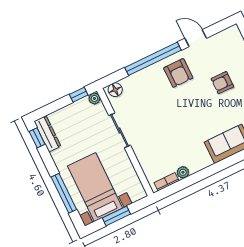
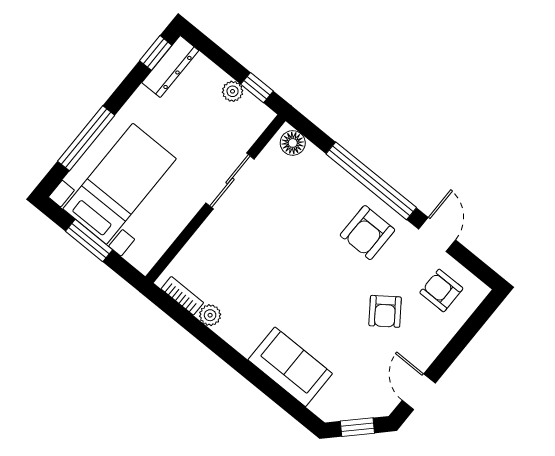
armchair: (225, 49) -> (441, 290), added
armchair: (222, 83) -> (385, 311), turned -126
plant: (94, 98) -> (233, 91), moved

